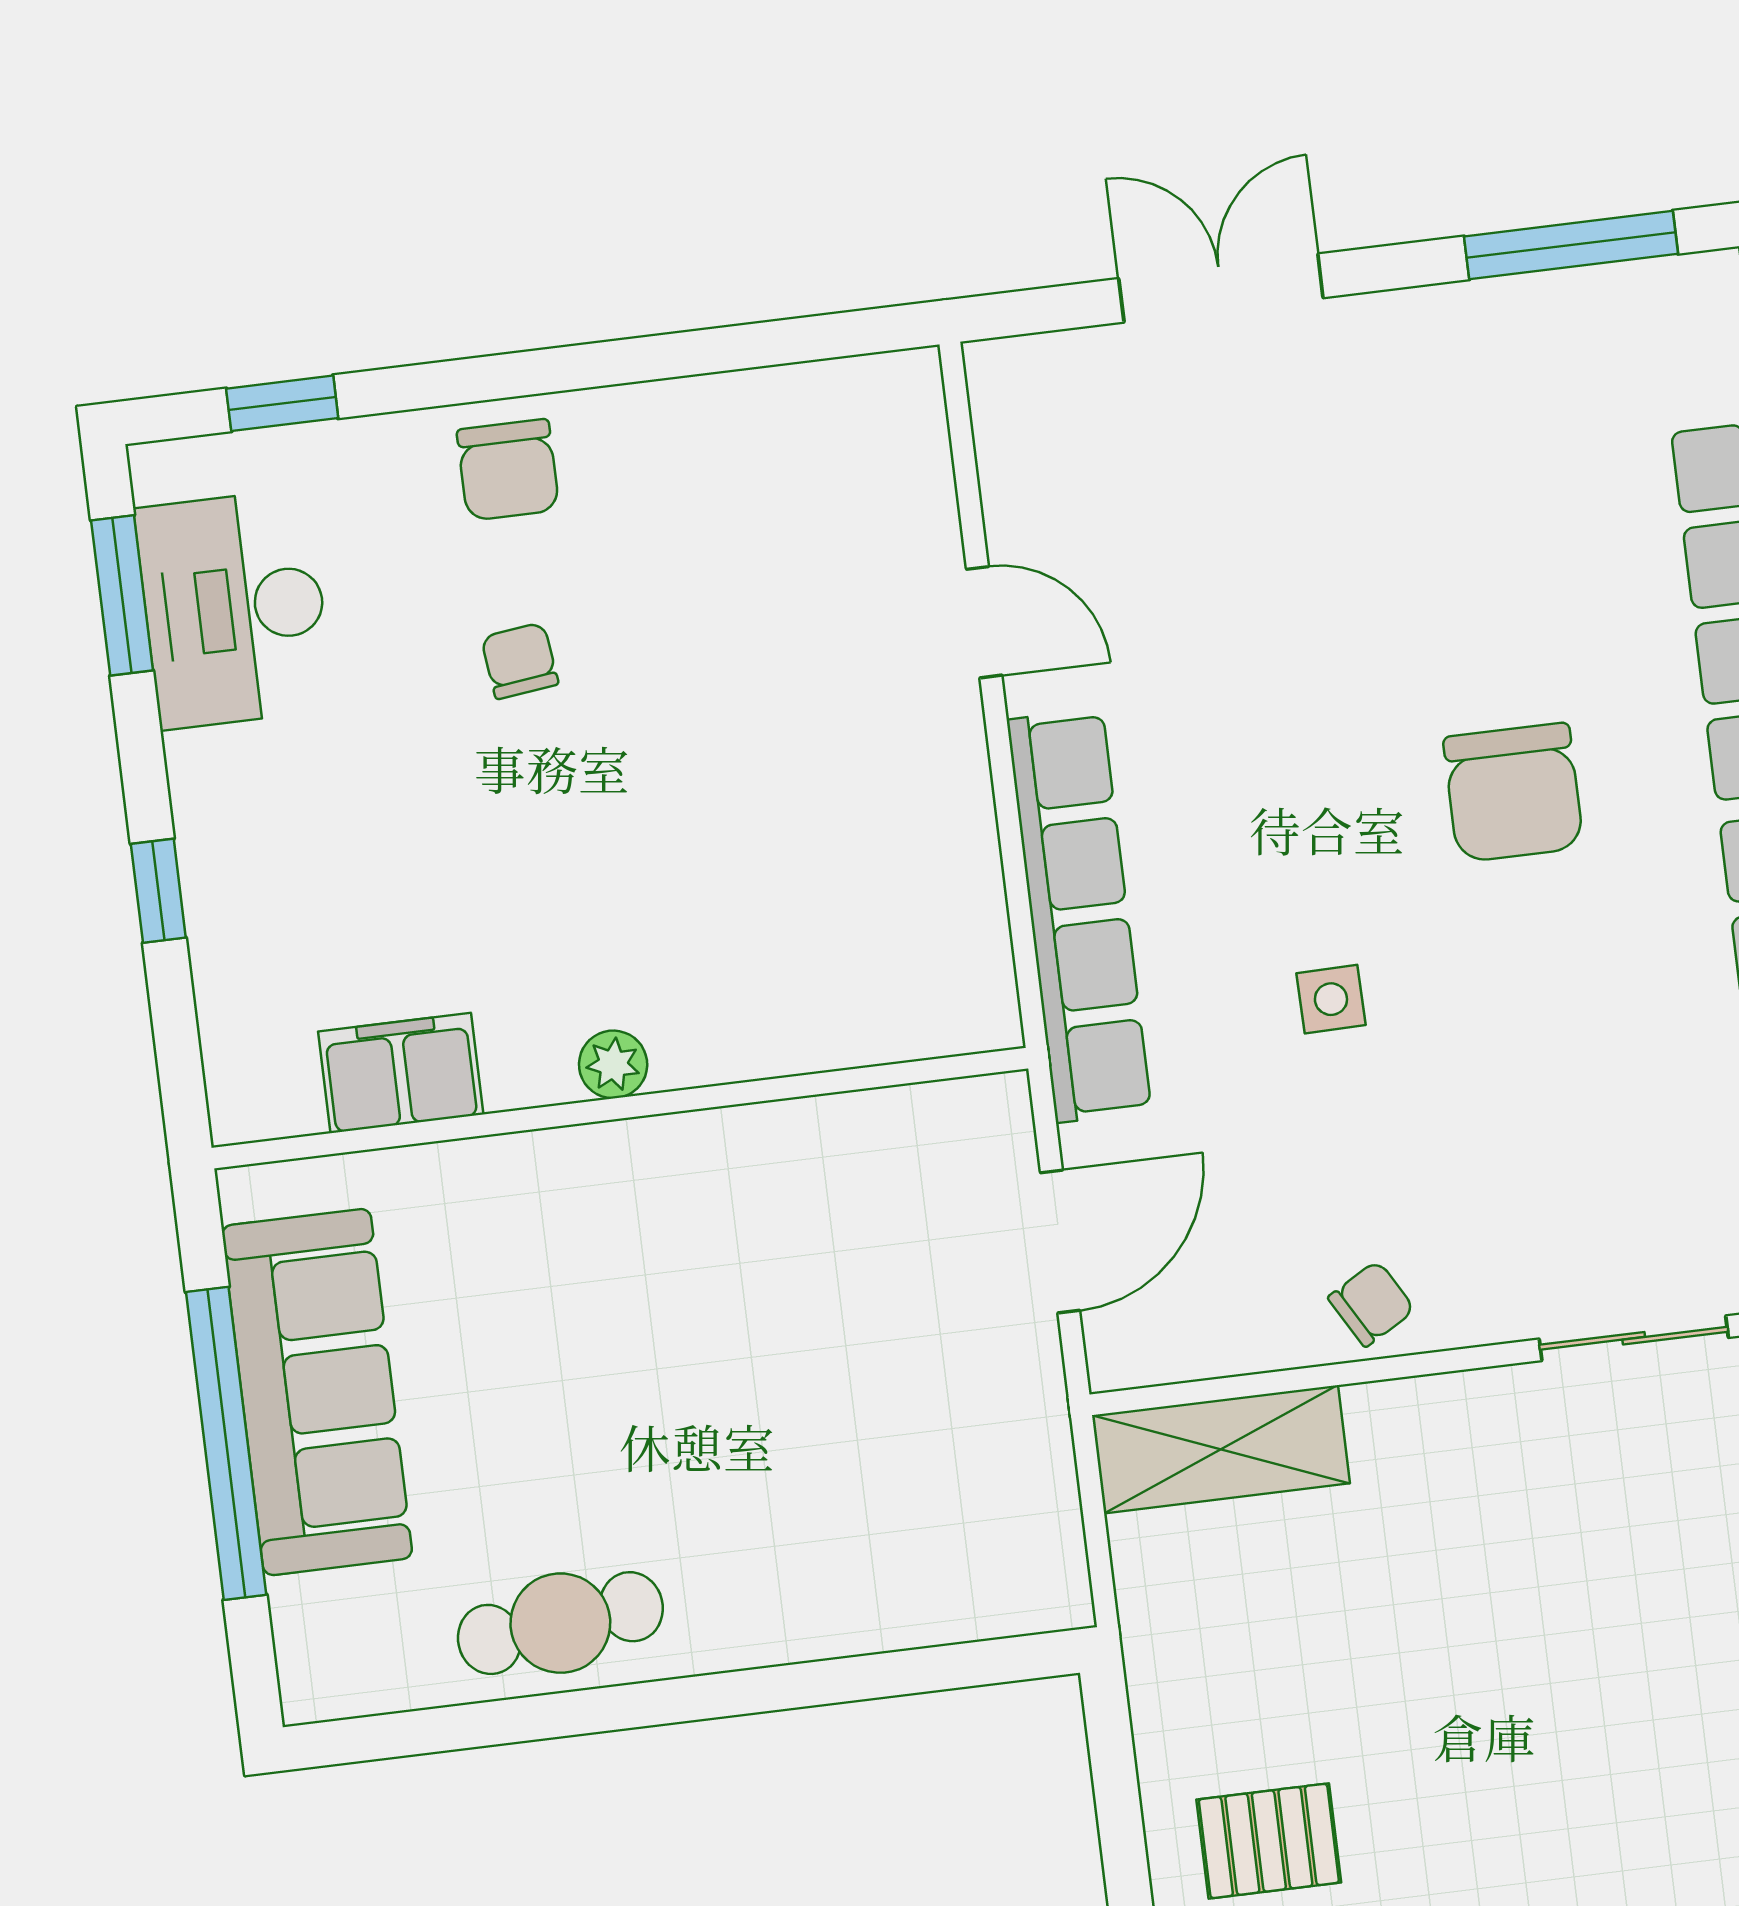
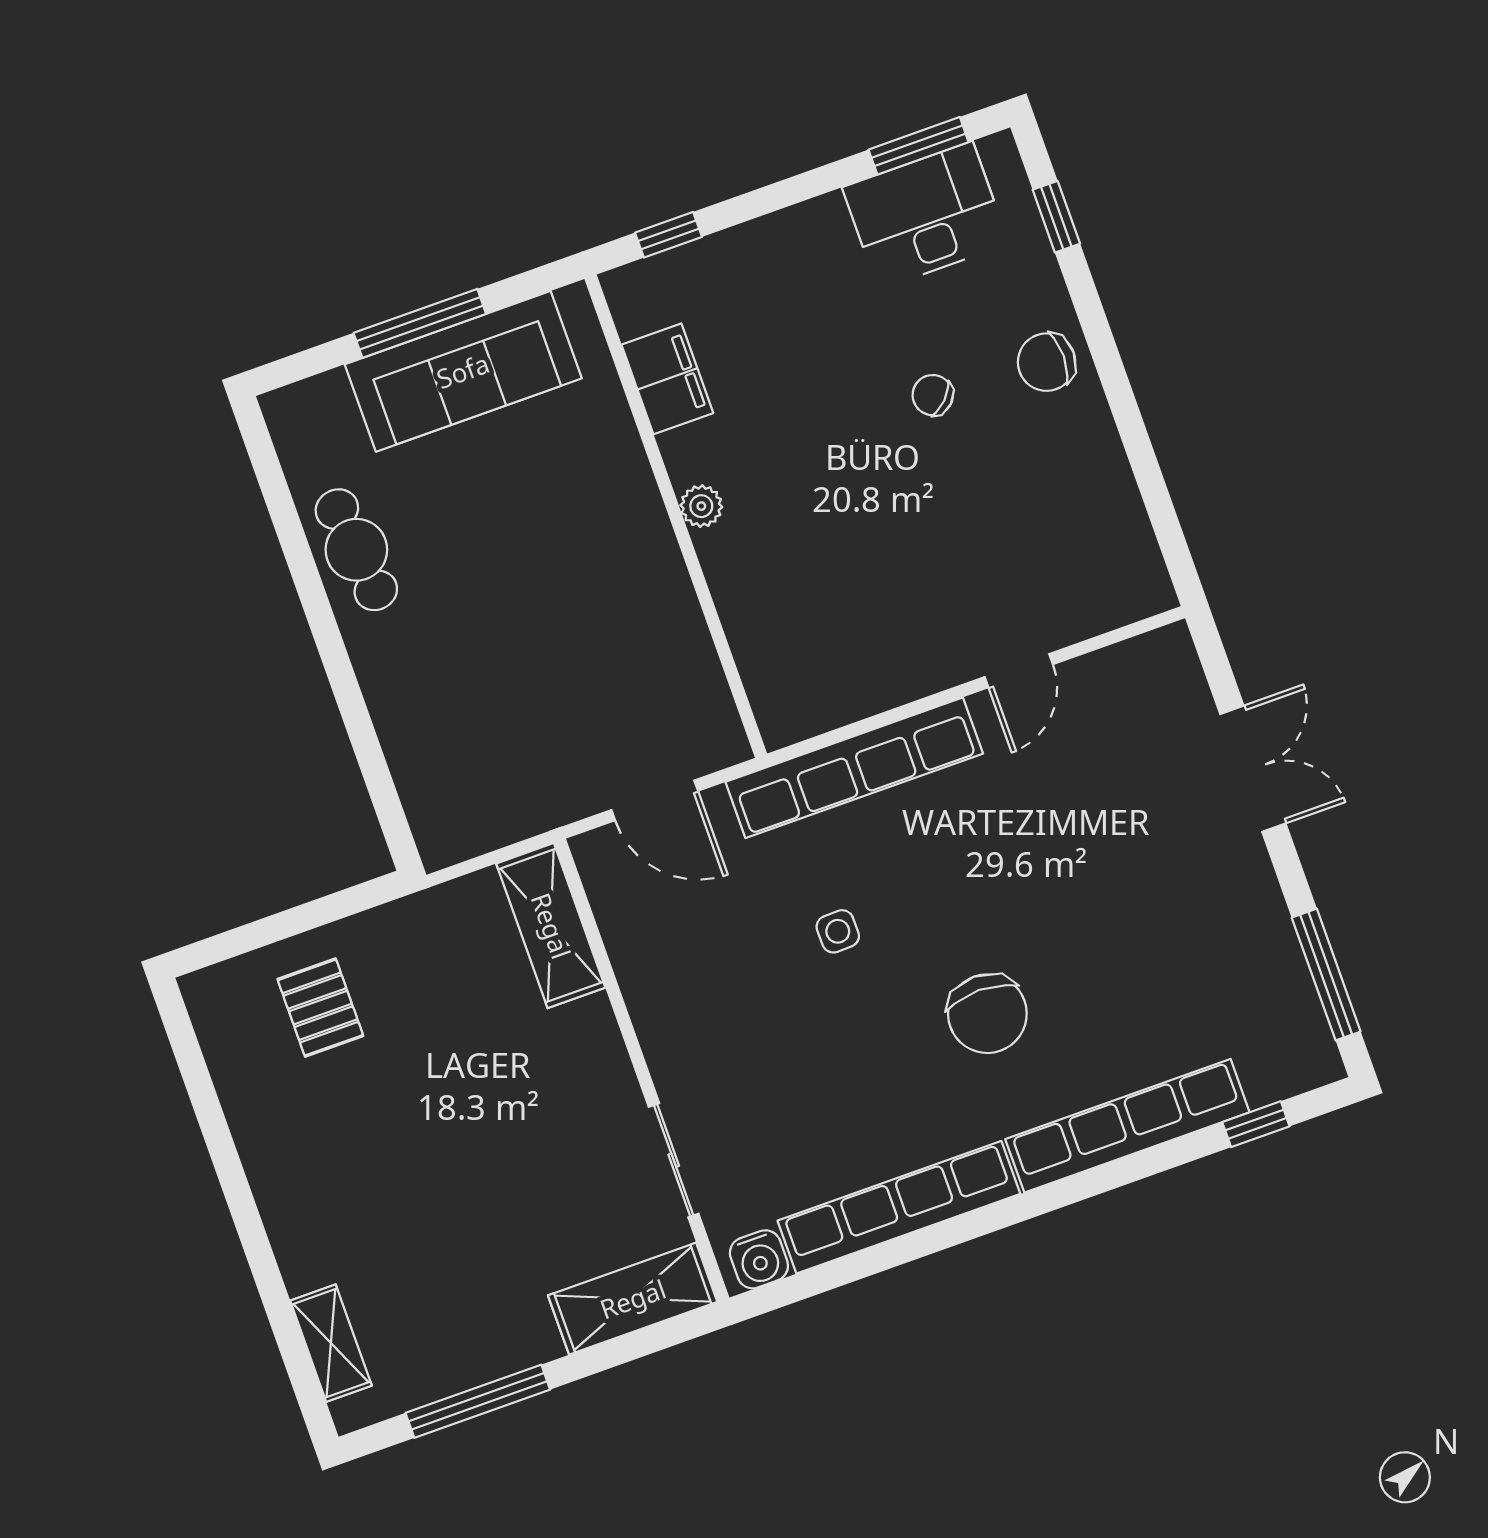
chair: (520, 661) -> (933, 395), turned -128
chair: (1513, 792) -> (987, 1014), turned -90
window: (158, 891) -> (669, 235), moved
chair: (1371, 1304) -> (659, 997), removed
window: (226, 1443) -> (420, 323), width x0.68

